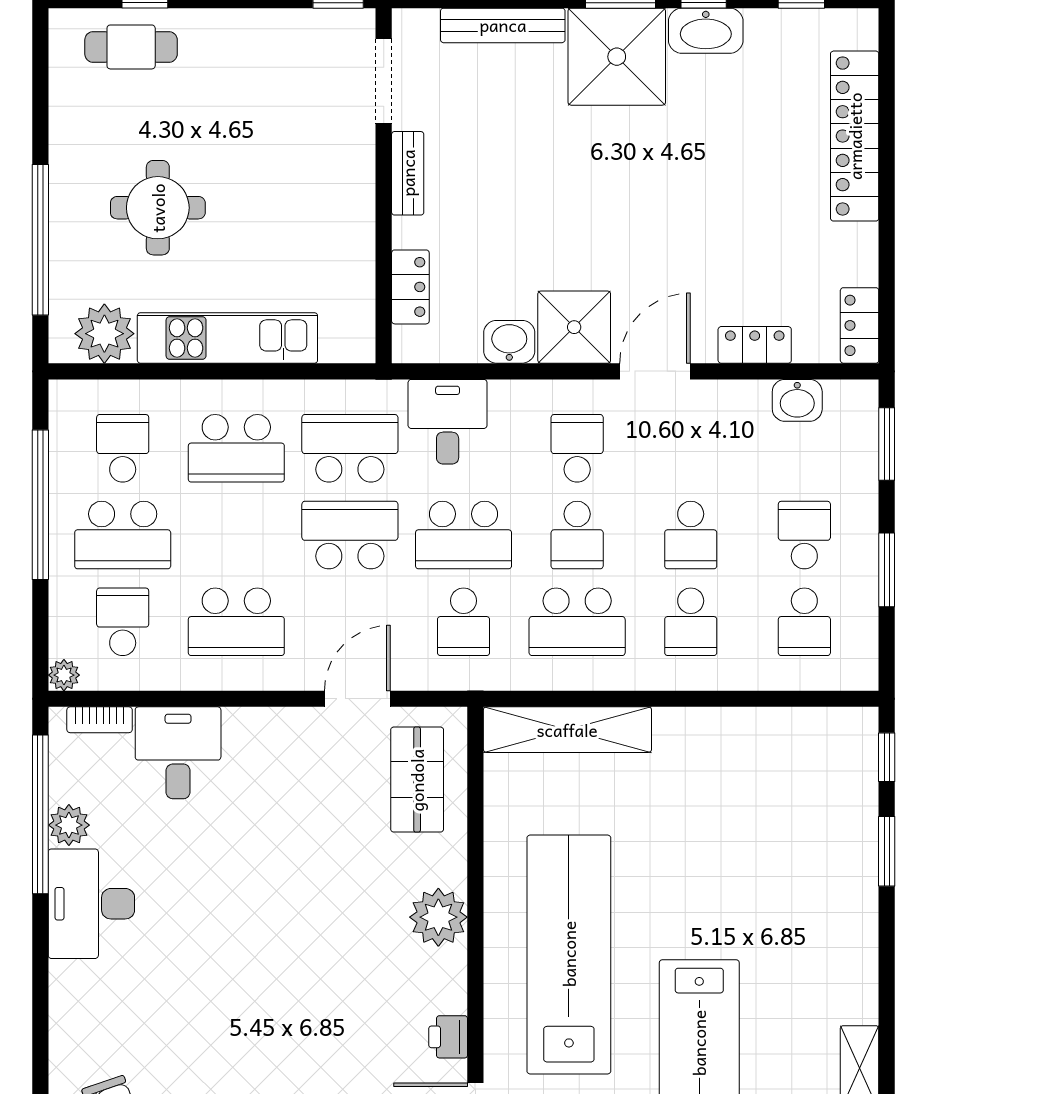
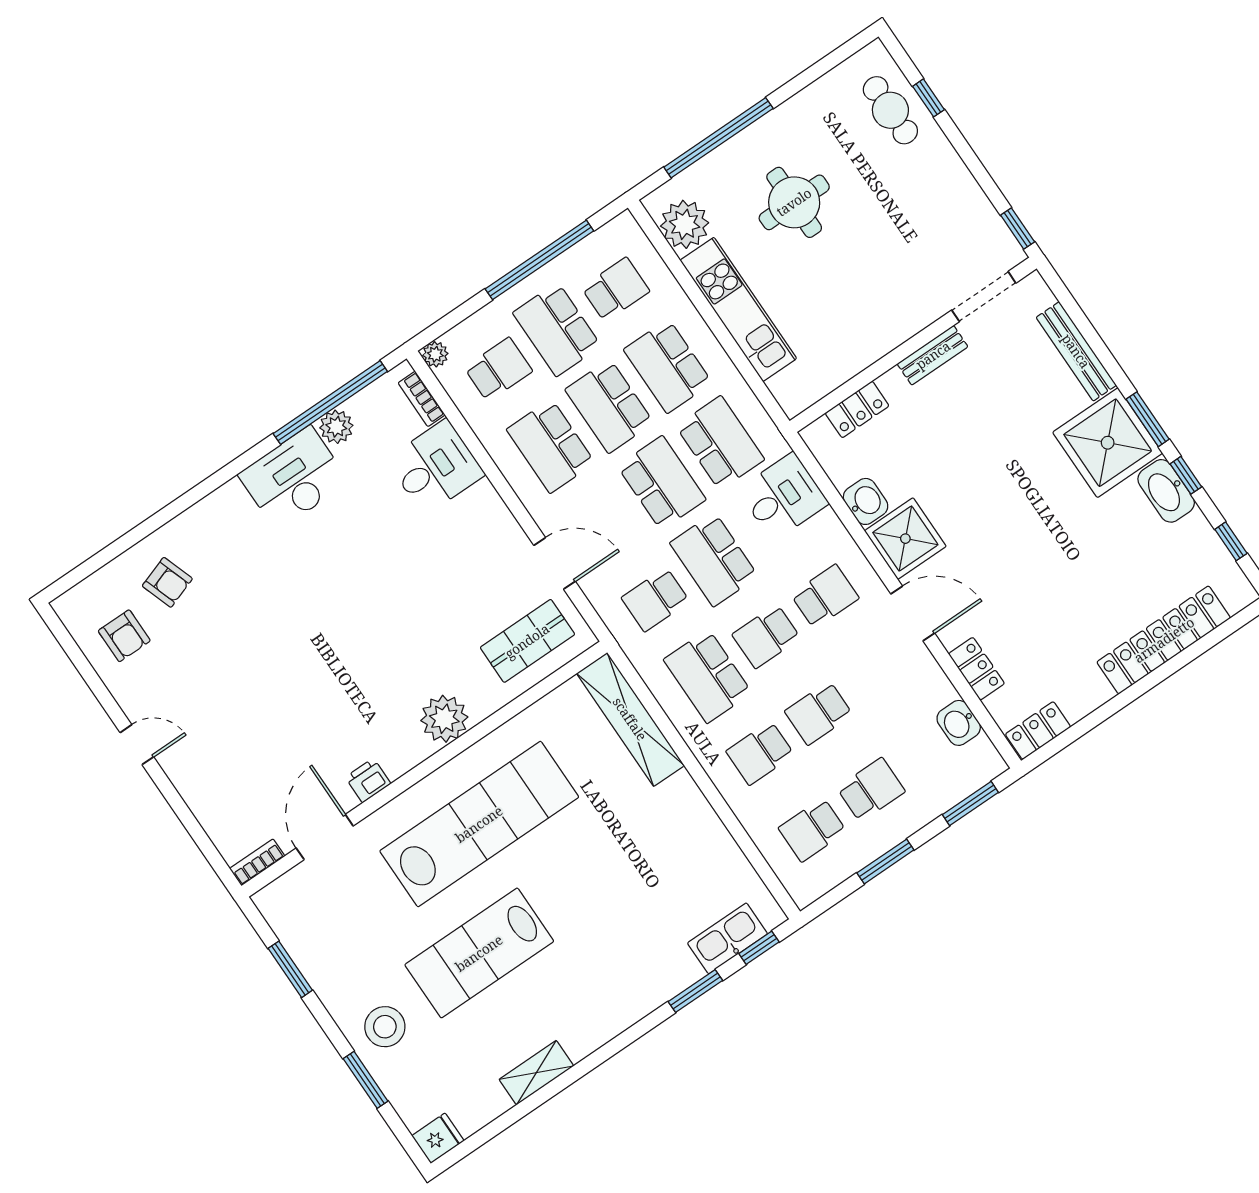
school desk: (236, 535) -> (609, 406), added
kitchen sink: (856, 782) -> (727, 938), added

